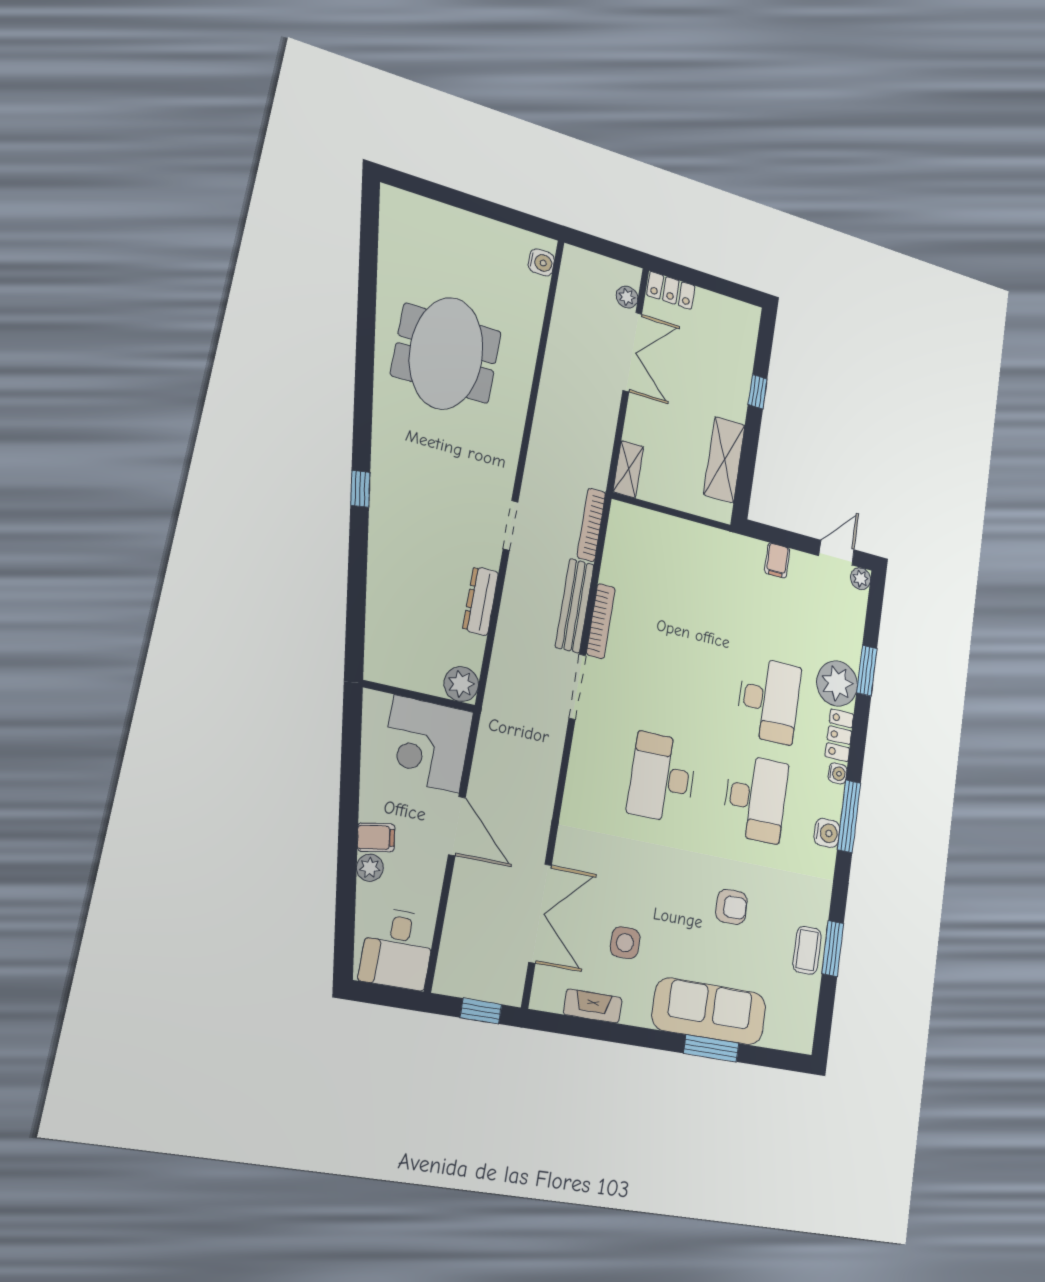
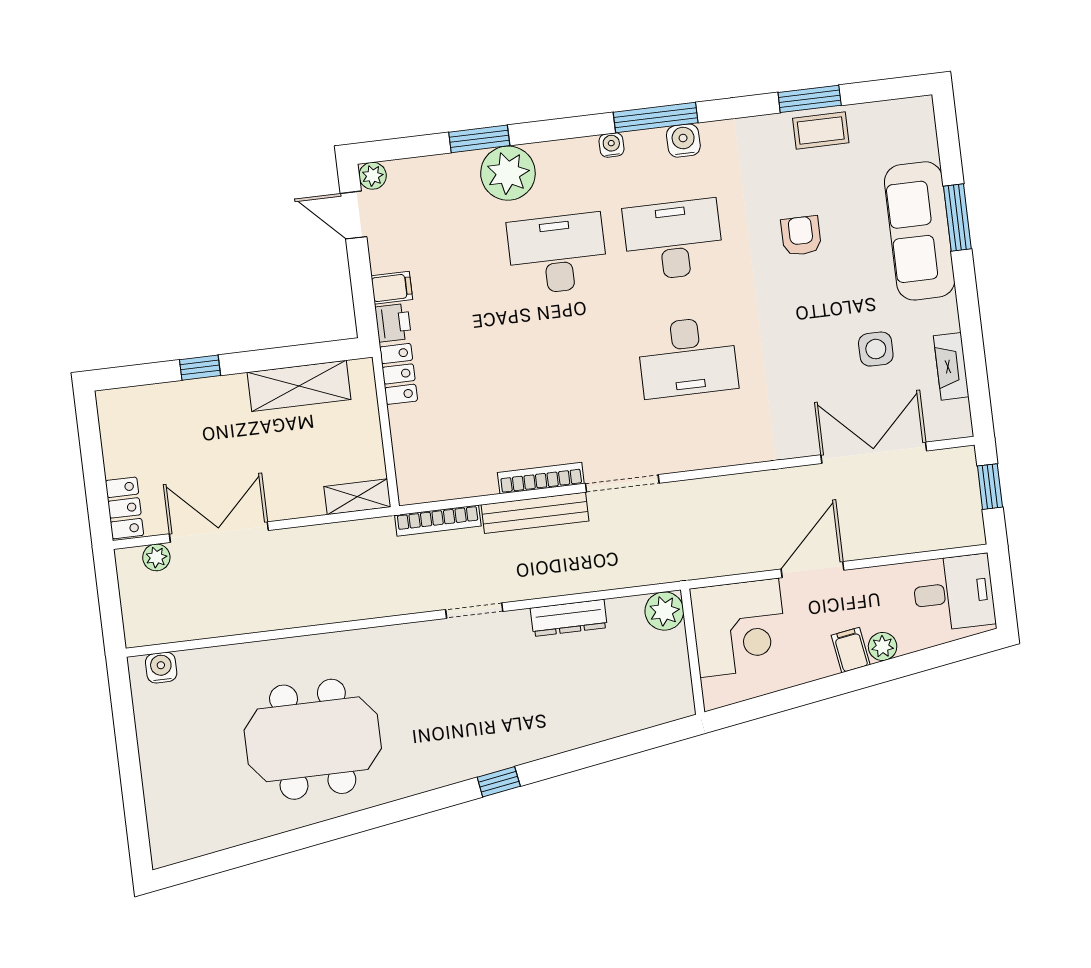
printer: (751, 551) -> (393, 323), added
locker: (839, 735) -> (399, 374), moved, turned -90

